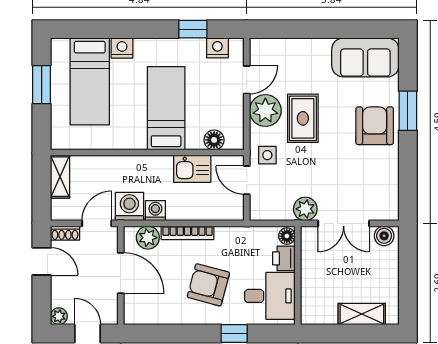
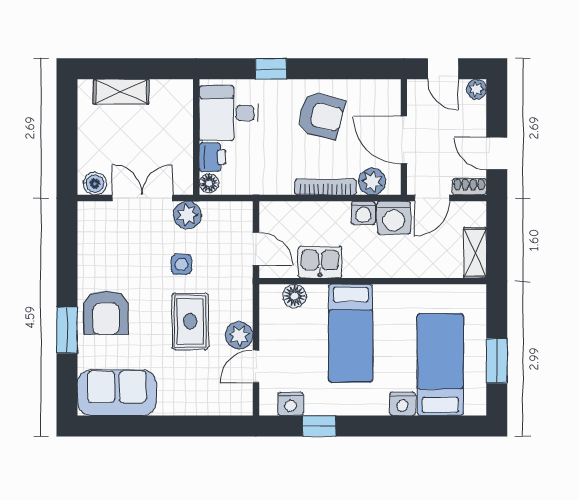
plant: (265, 111) -> (239, 335), width x0.73, depth x0.73
side table: (267, 155) -> (181, 264), moved
armchair: (208, 285) -> (321, 115), moved

